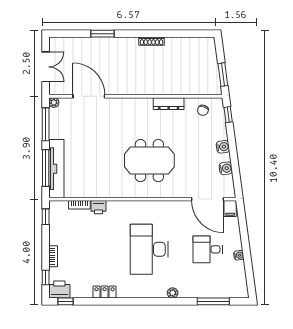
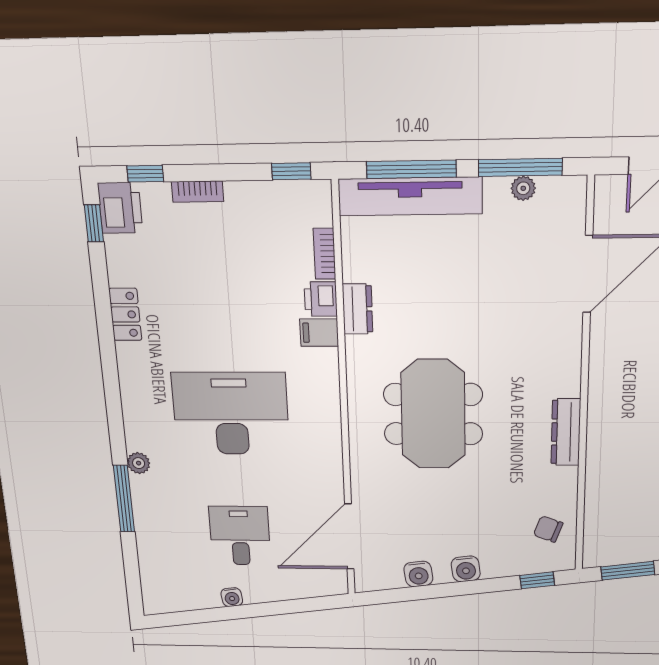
plant: (54, 103) -> (523, 188), moved
dresser: (169, 104) -> (566, 432), moved
dresser: (103, 192) -> (358, 309), added
filing cabinet: (230, 209) -> (319, 333), moved
window: (213, 301) -> (124, 499), moved

